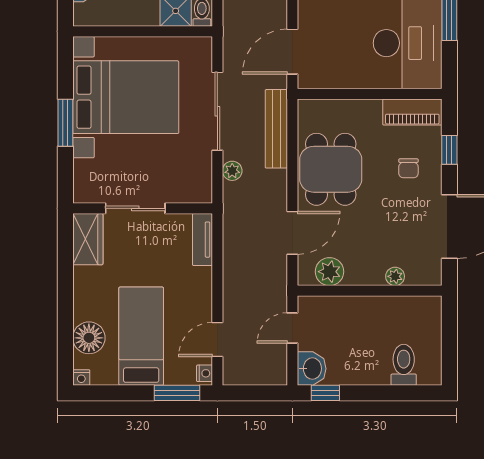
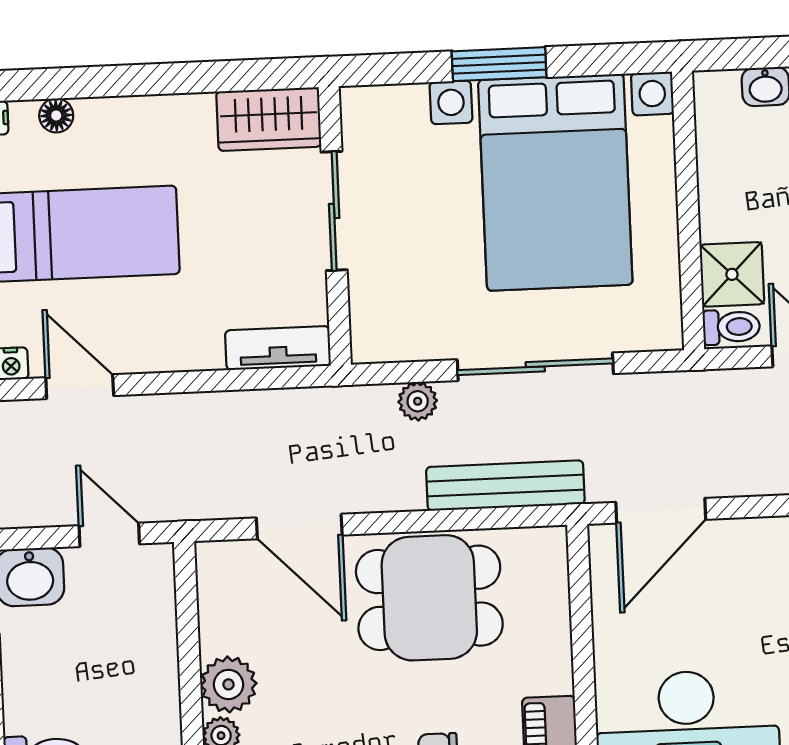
door: (292, 52) -> (661, 511), swing flipped
plant: (330, 272) -> (228, 684), moved
floor lamp: (89, 338) -> (56, 115), width x0.53, depth x0.53

